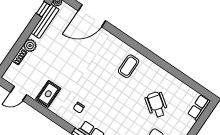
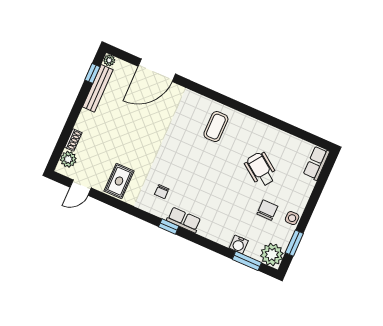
plant: (30, 46) -> (68, 159), moved

